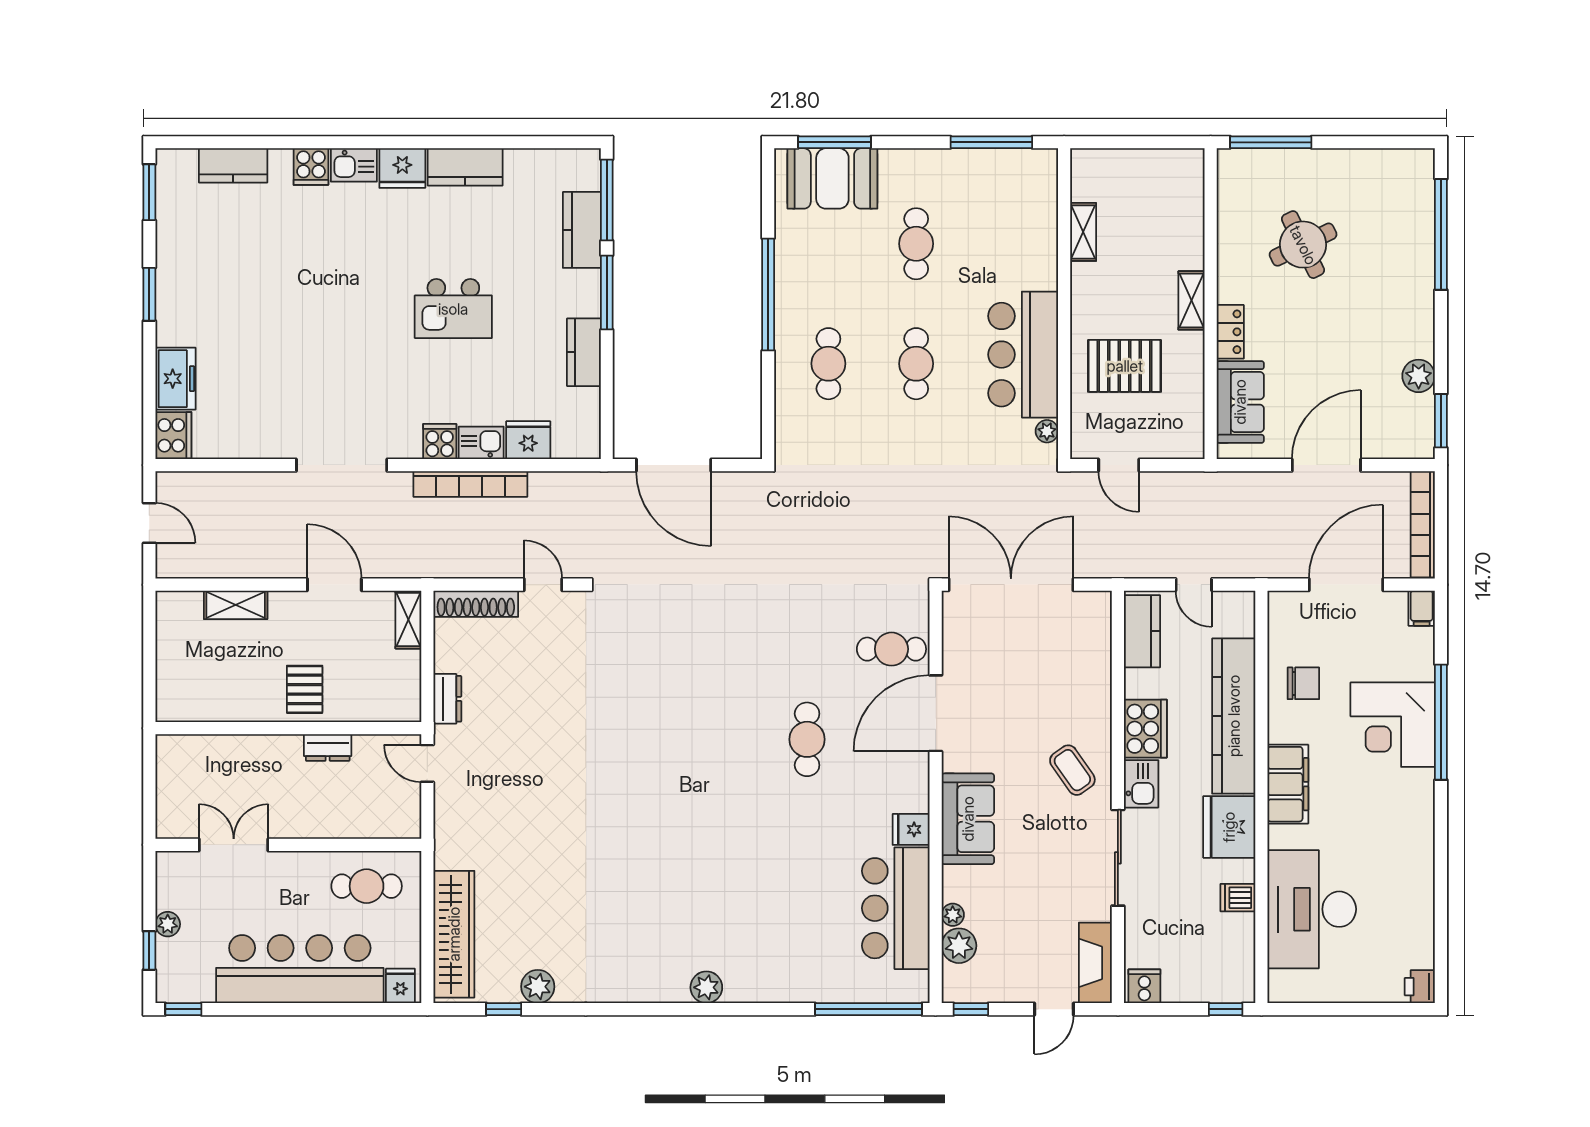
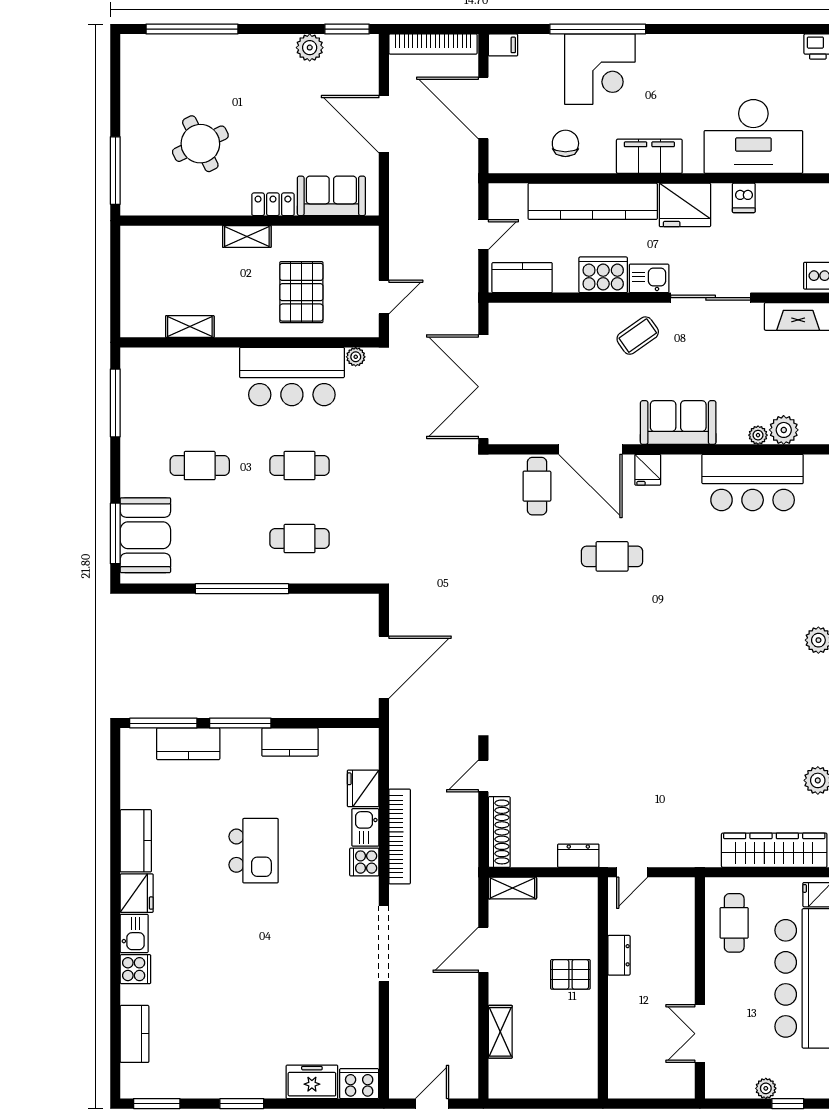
fridge: (911, 829) -> (648, 470), moved

